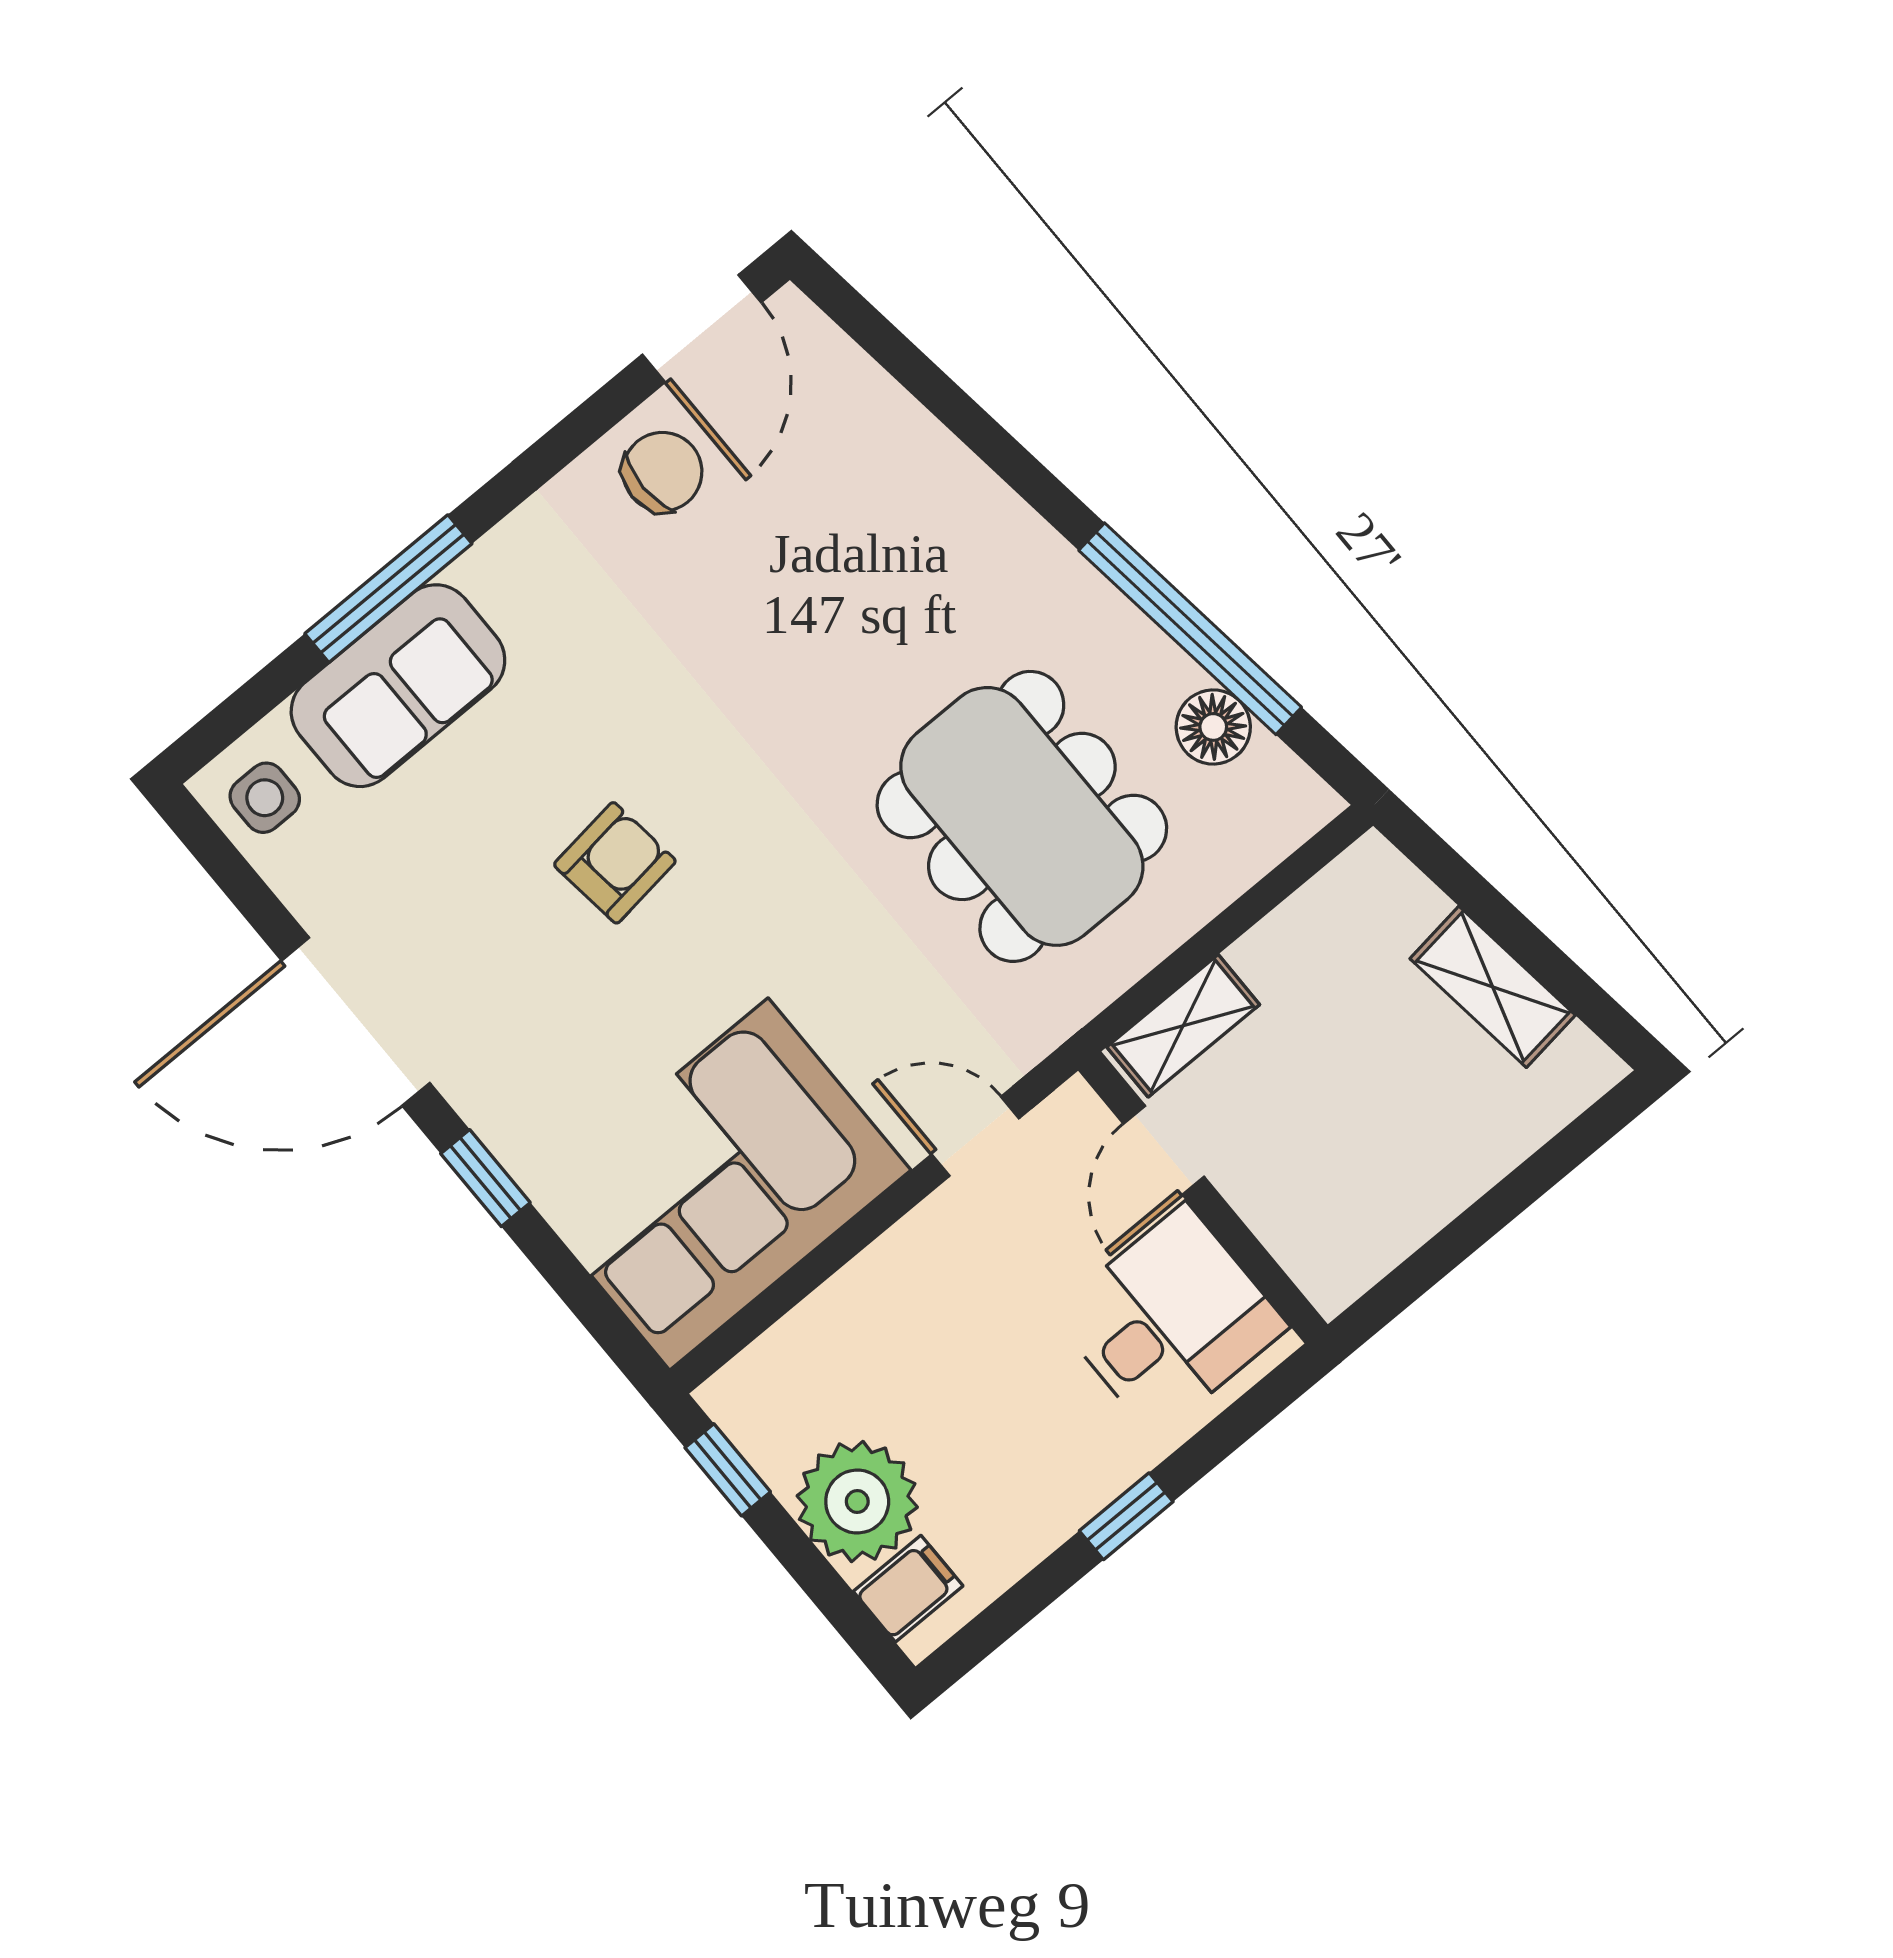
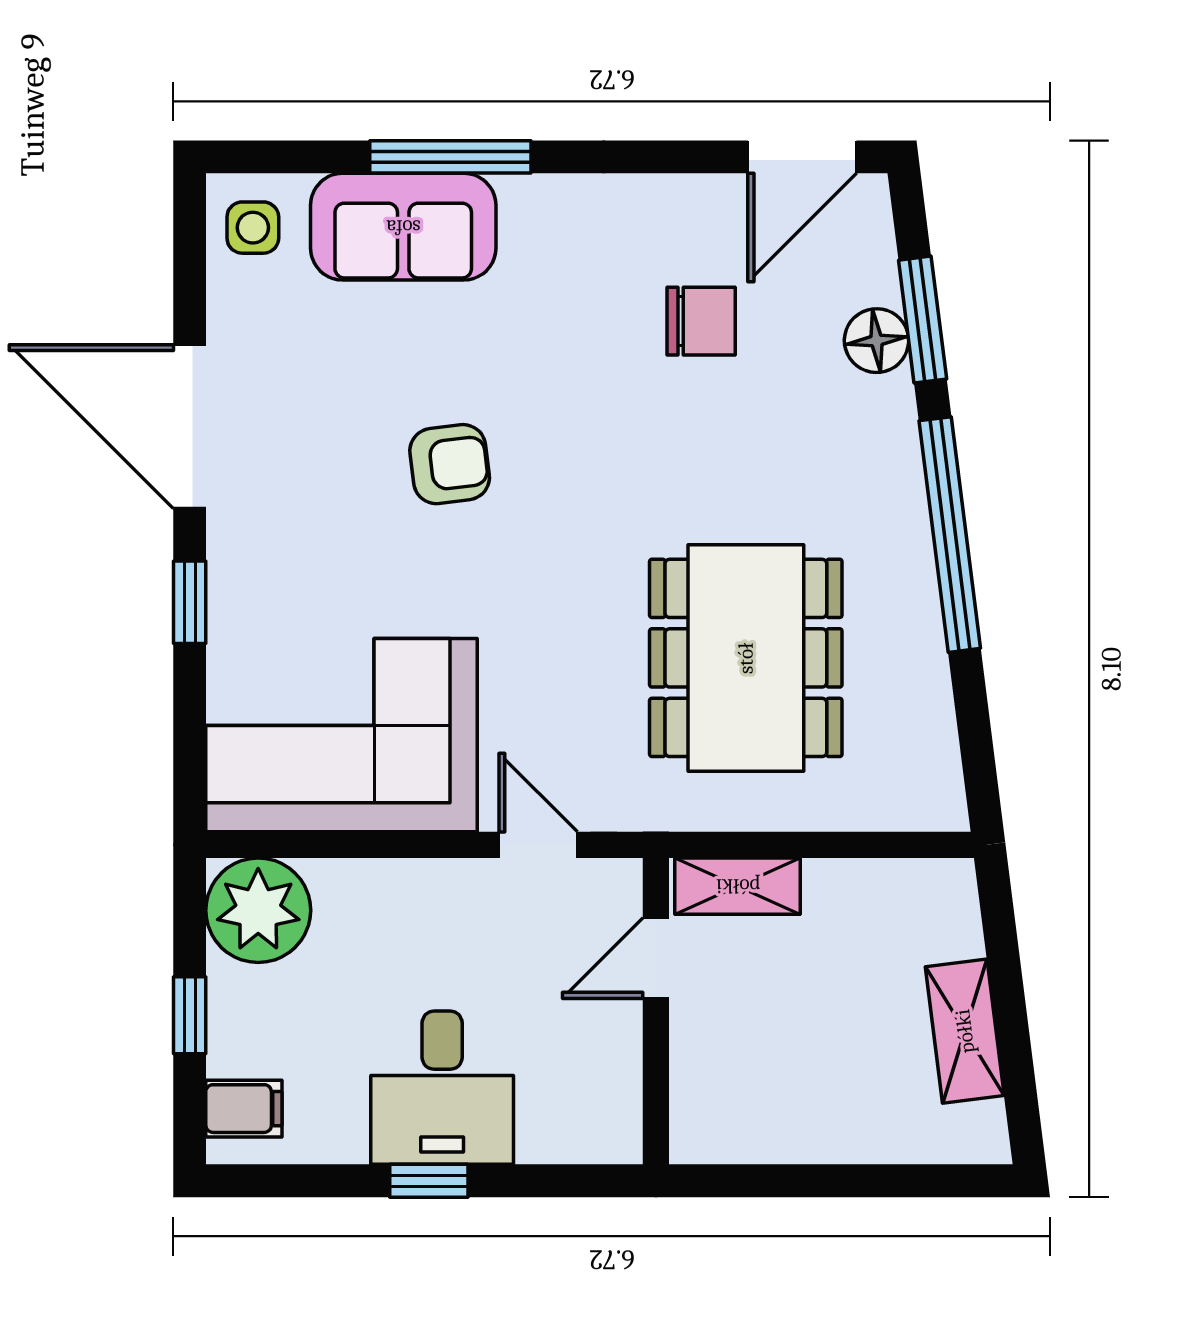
window: (929, 384) -> (923, 320), added
chair: (662, 472) -> (701, 321), moved
window: (1190, 629) -> (950, 535), moved
floor lamp: (1213, 727) -> (877, 341), moved
desk: (1170, 1320) -> (442, 1088), moved, turned 90
window: (728, 1470) -> (190, 1015), moved
plant: (857, 1502) -> (258, 910), moved

